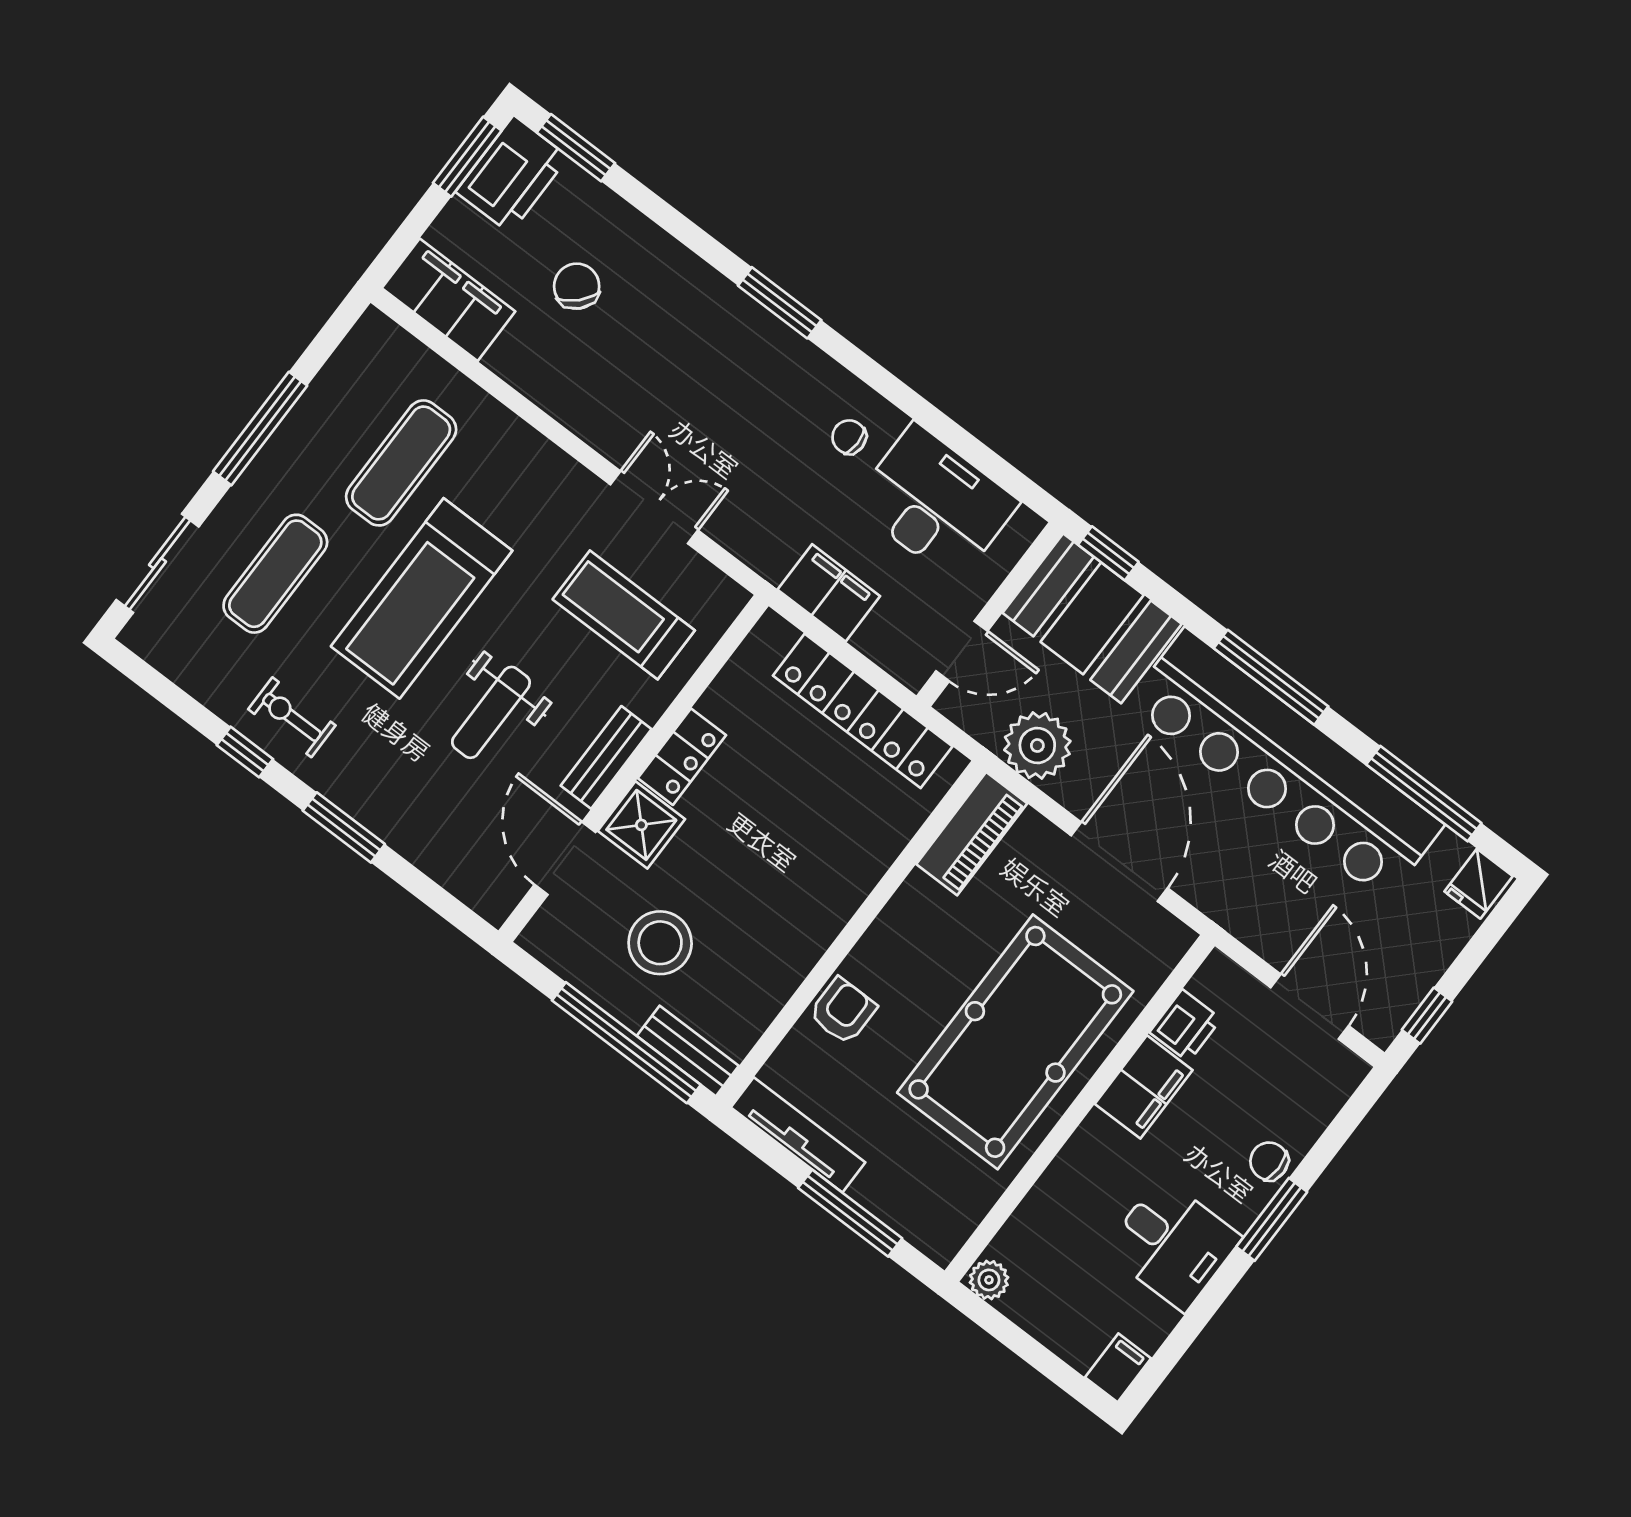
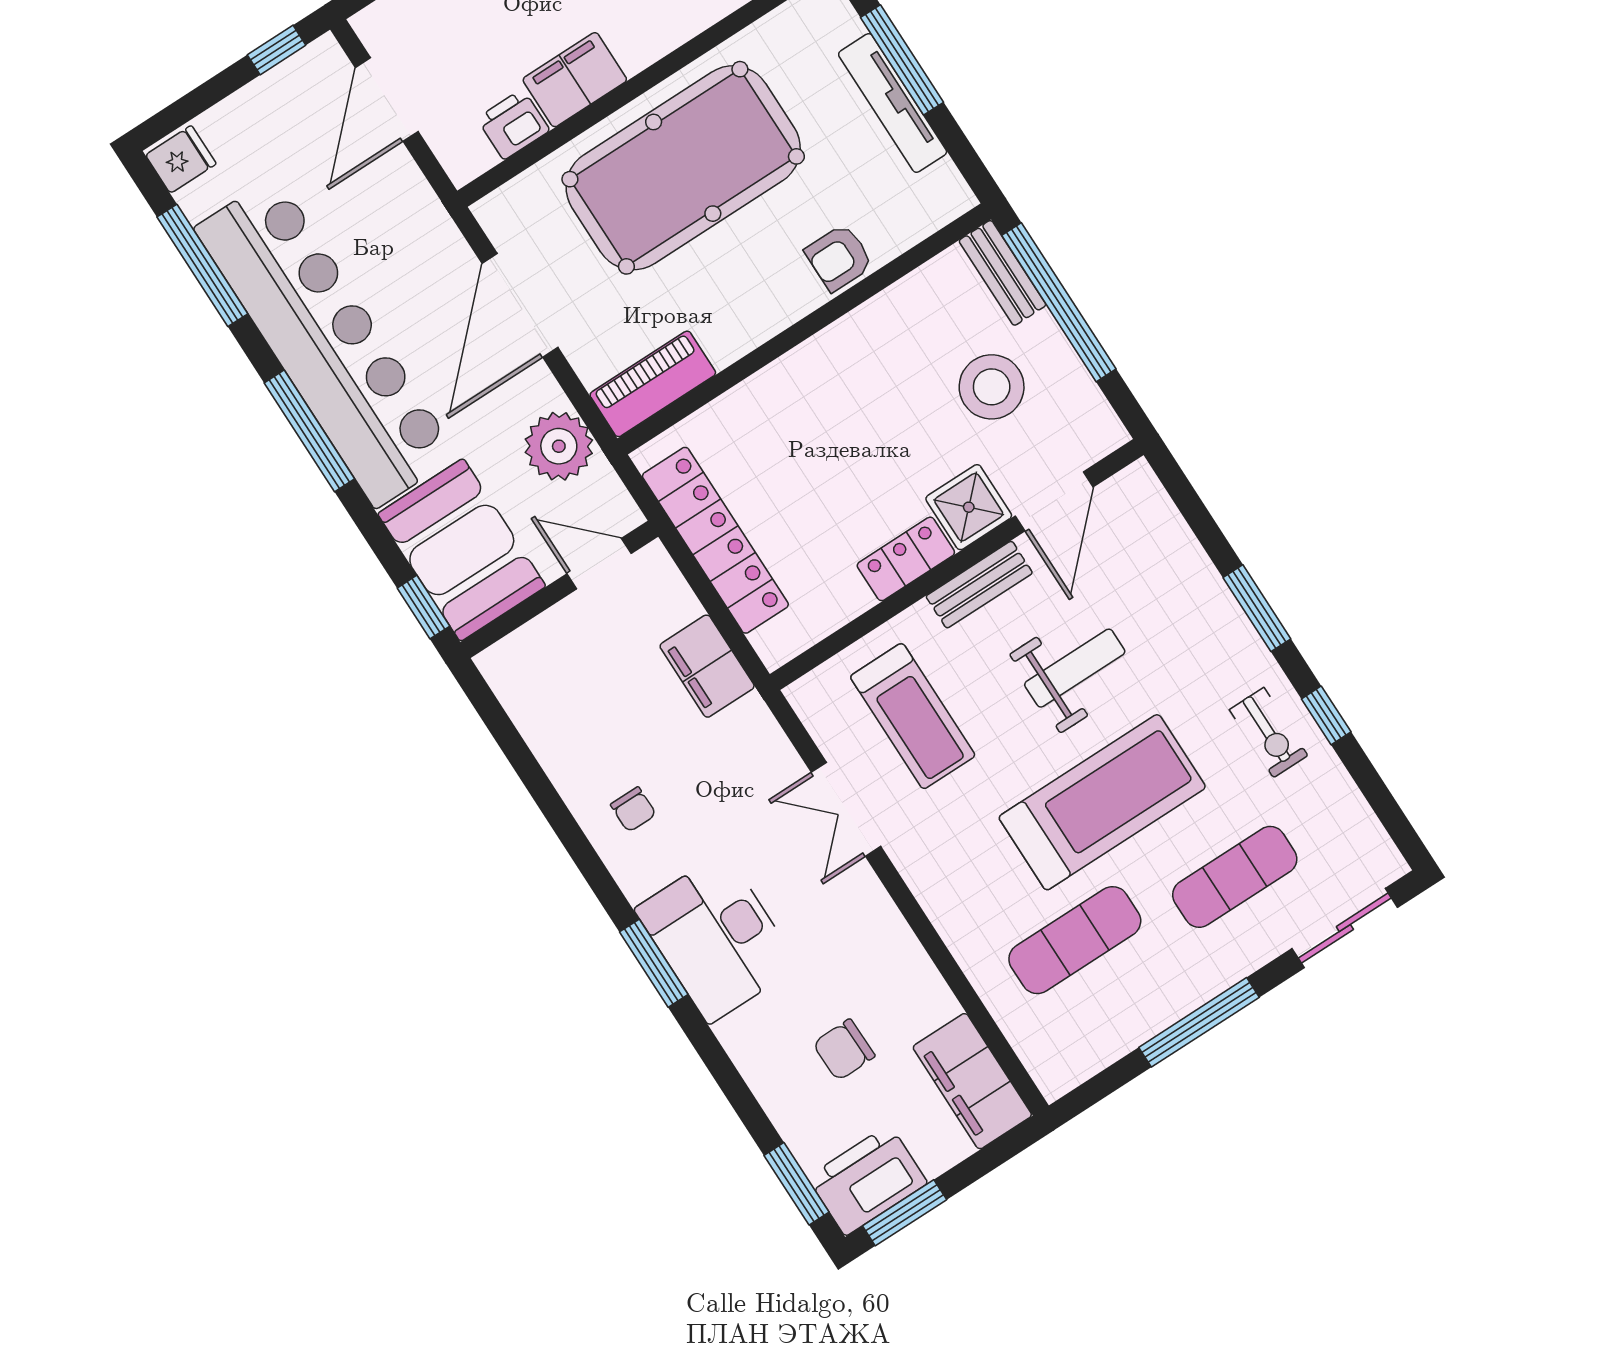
chair: (577, 286) -> (844, 1050), turned 45
desk: (935, 503) -> (717, 938), moved
tv unit: (798, 1135) -> (893, 103), moved

